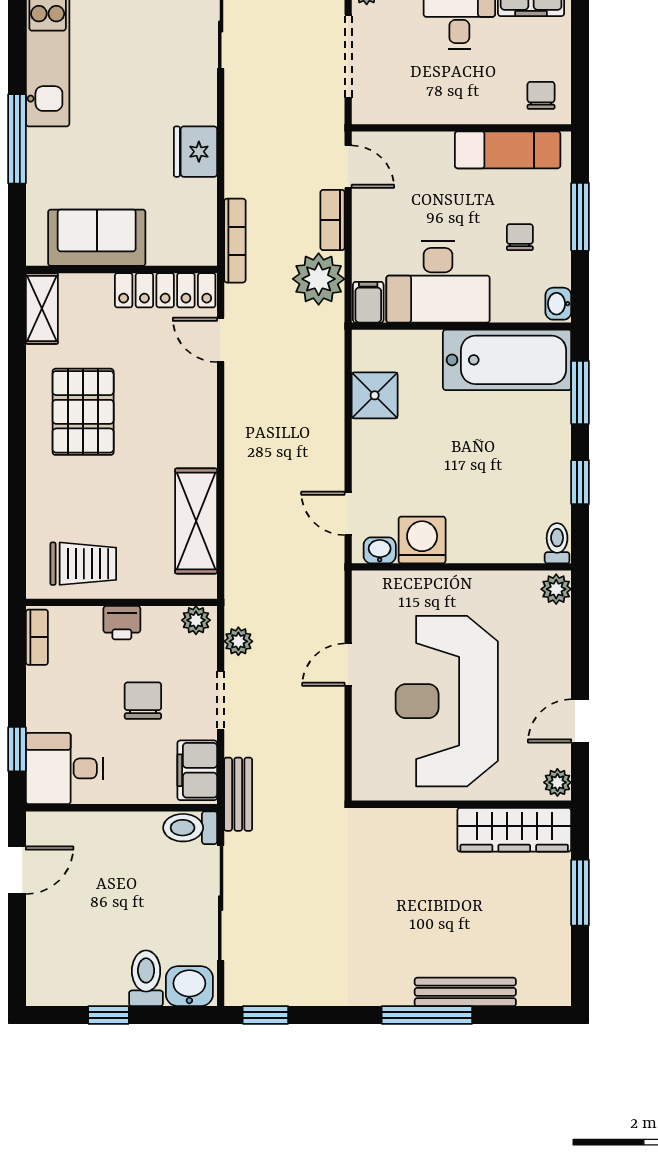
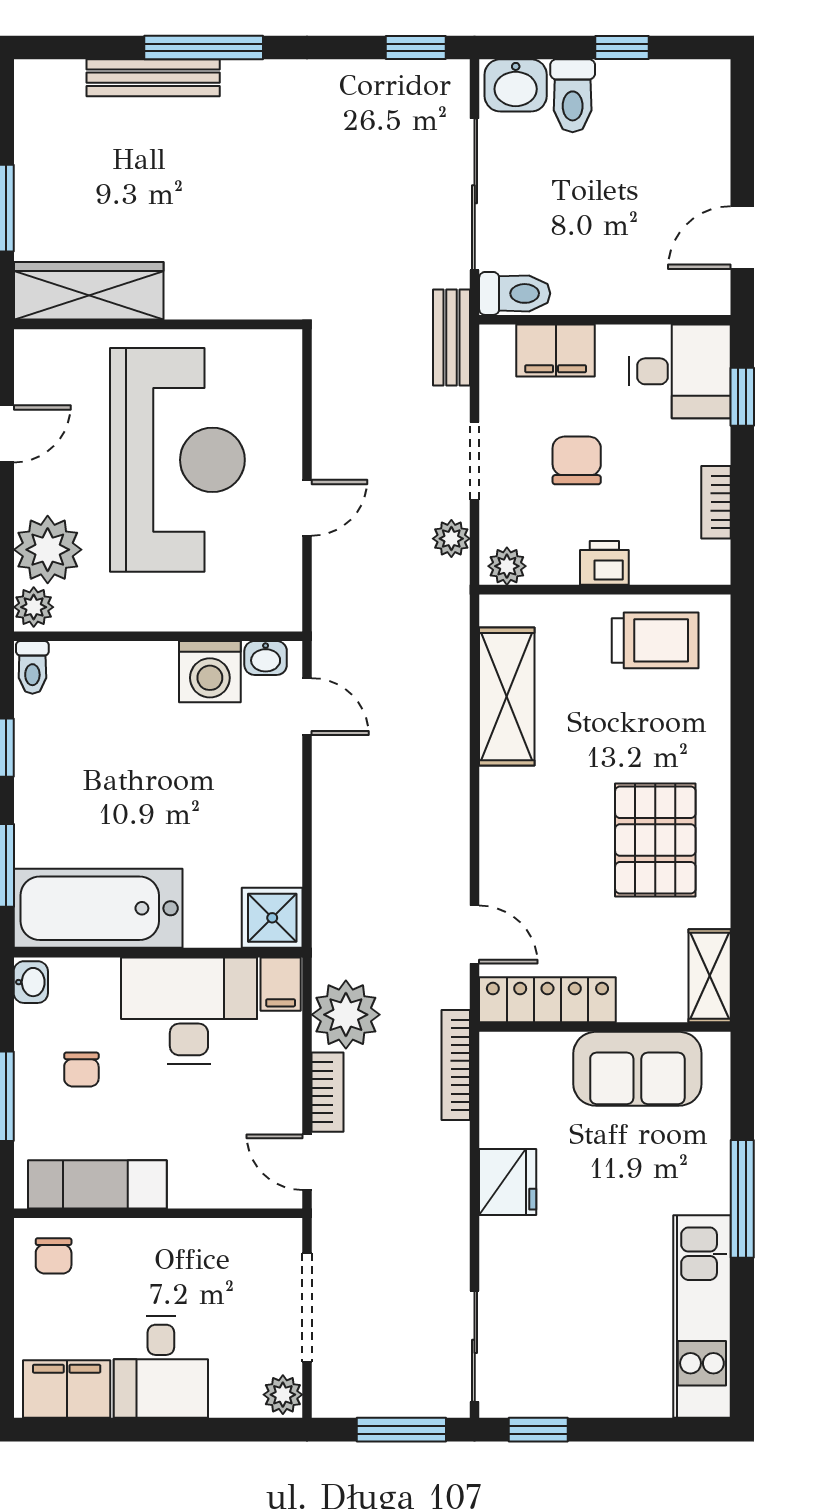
shower: (375, 395) -> (272, 918), moved
trolley: (83, 564) -> (655, 640), turned 180
bookcase: (37, 637) -> (716, 502), moved
chair: (143, 701) -> (577, 460), turned 180
filing cabinet: (197, 770) -> (556, 350), moved, turned 90
plant: (557, 782) -> (48, 550), moved, width x1.87, depth x1.87

